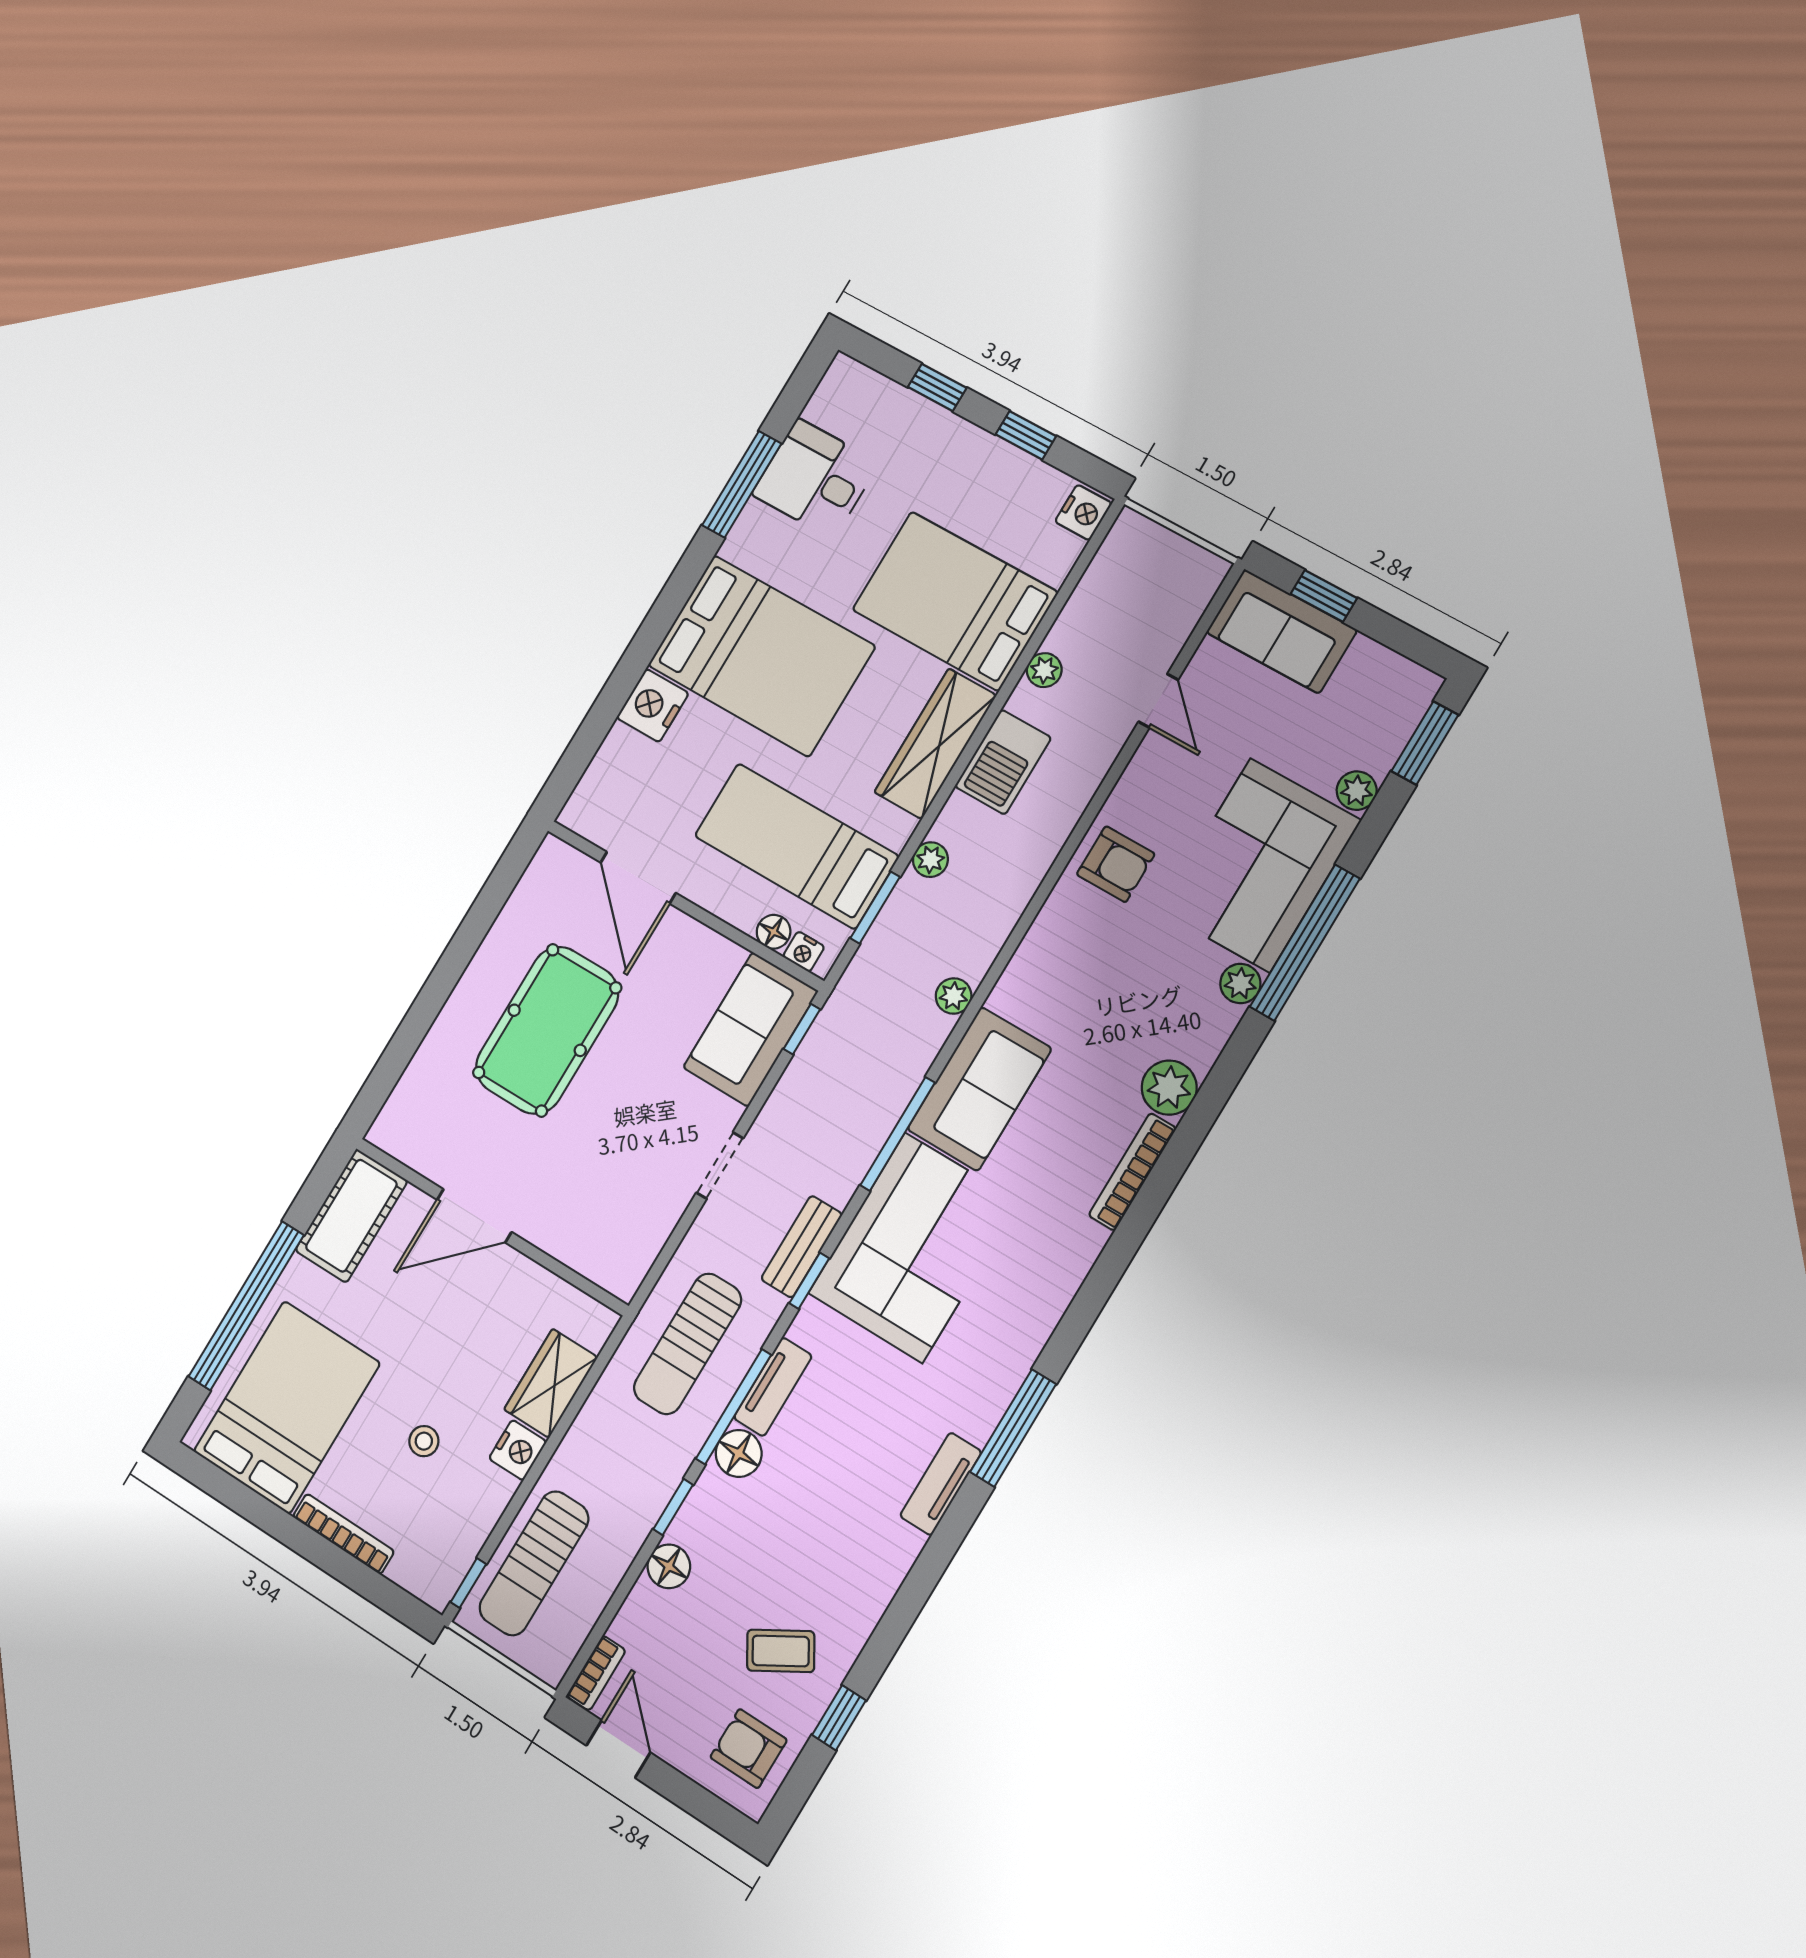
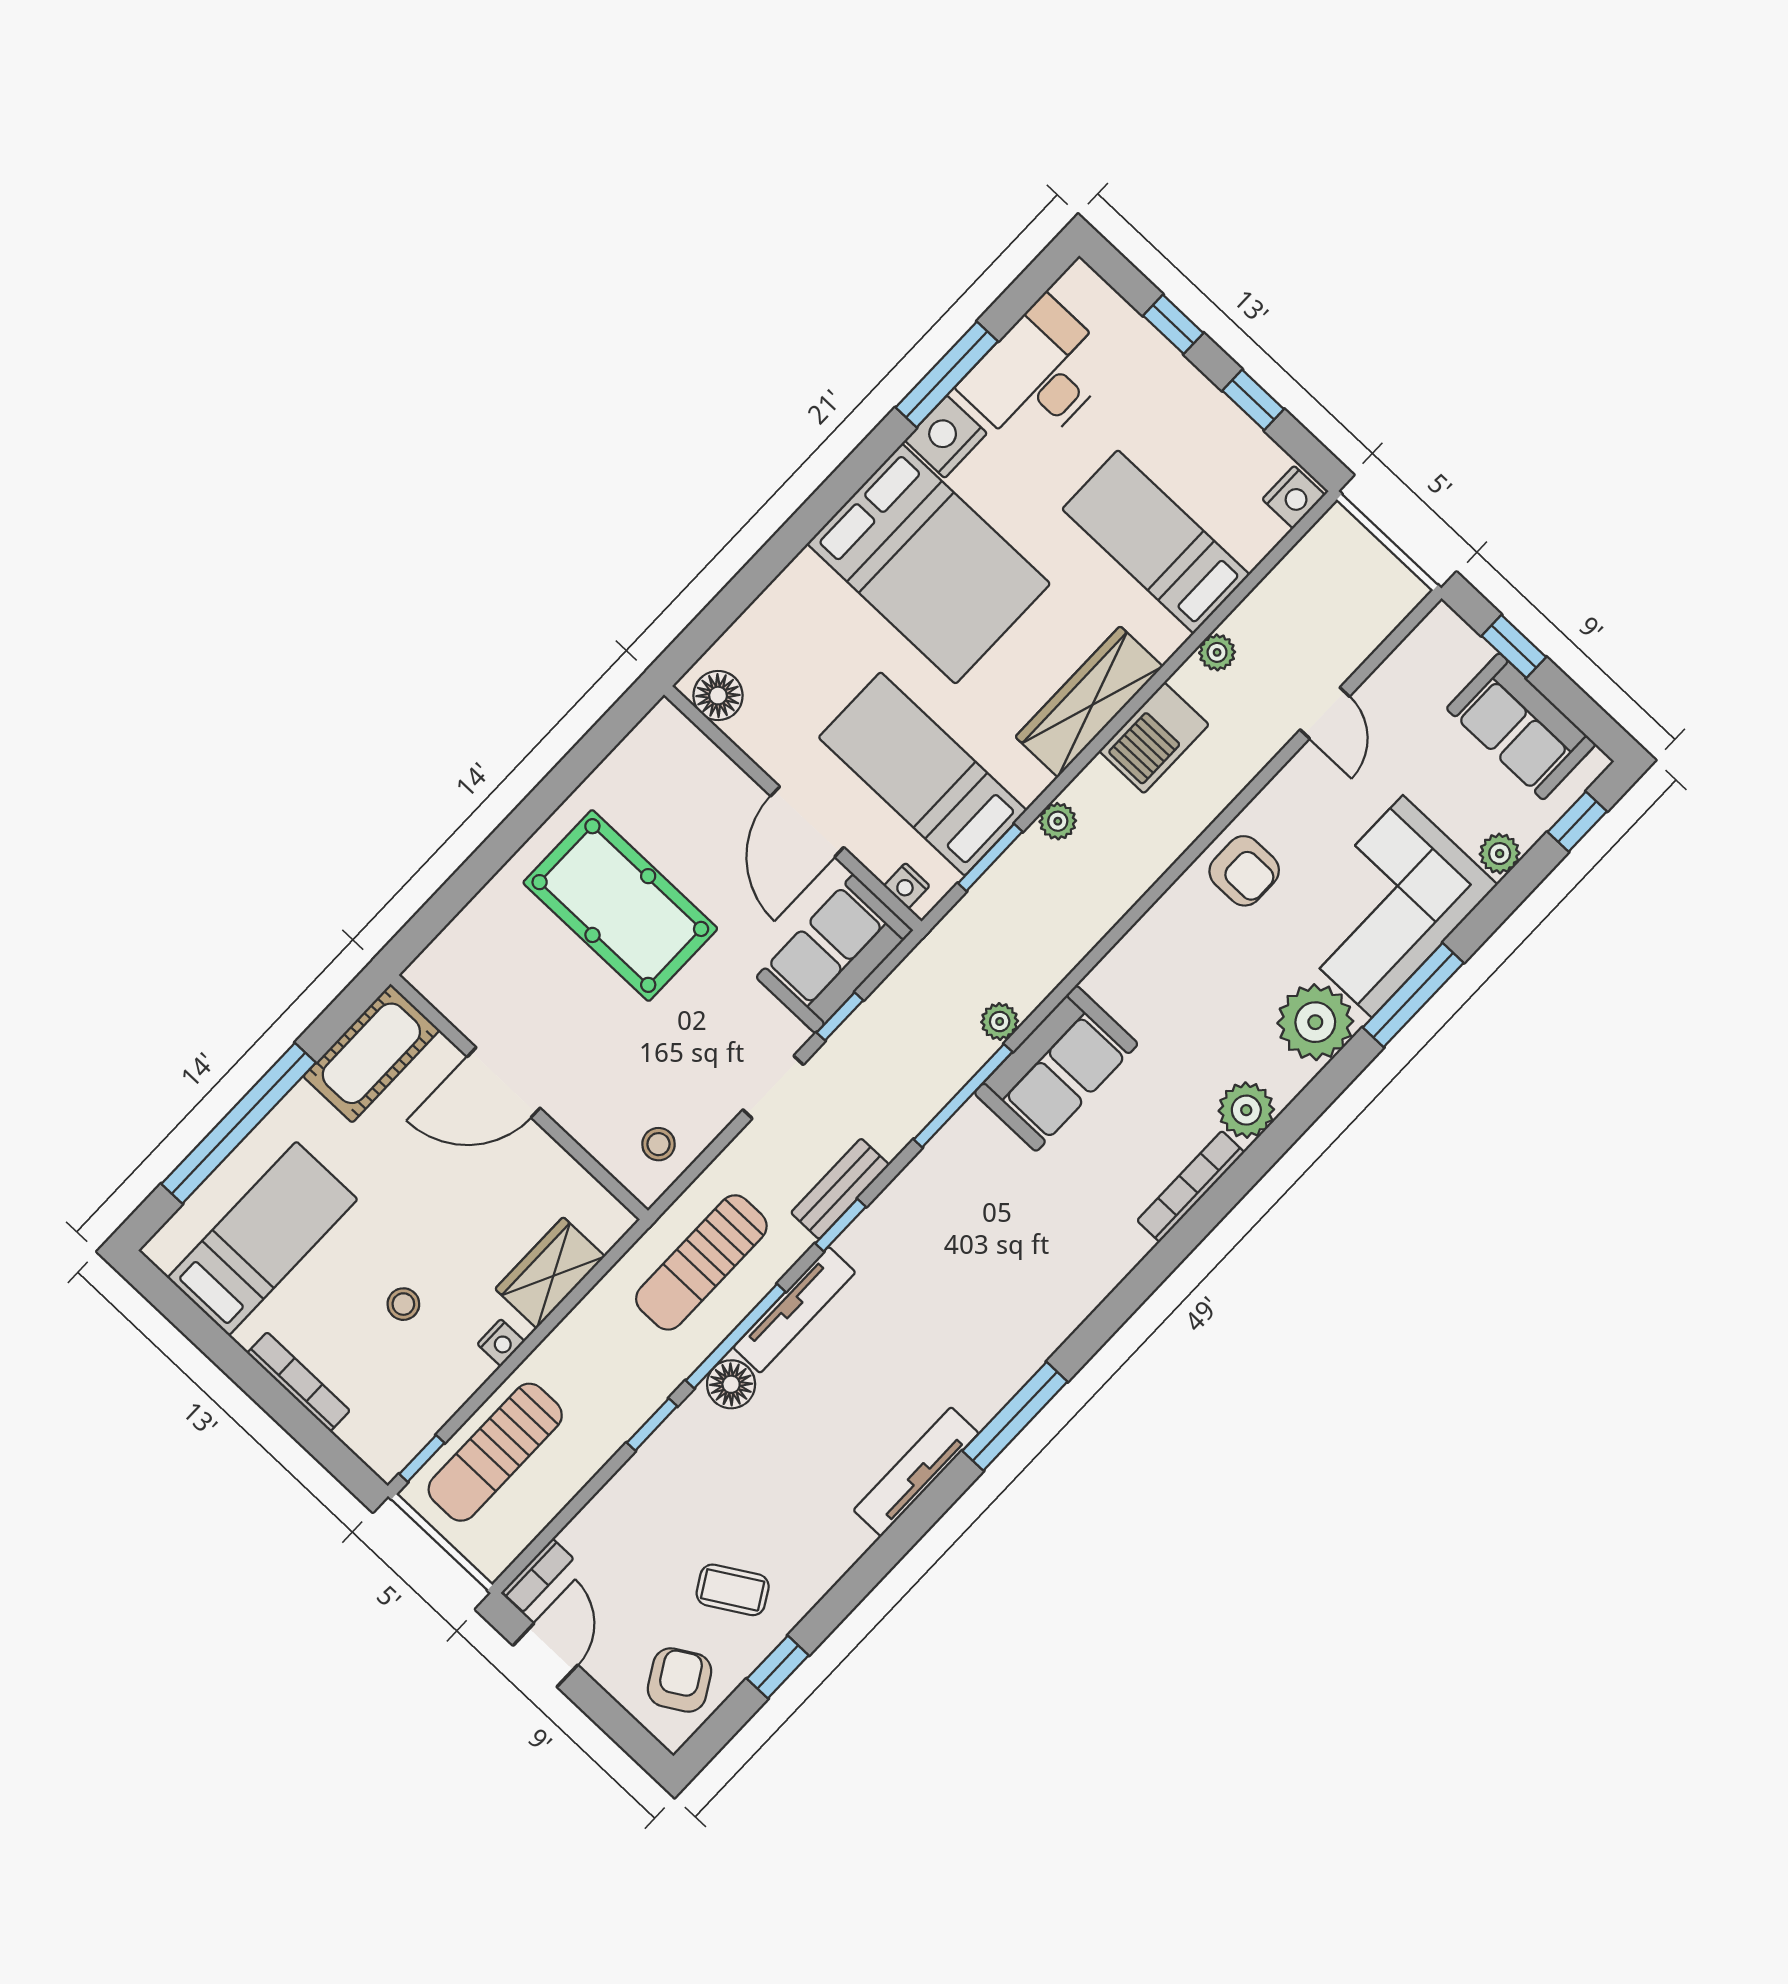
desk: (815, 479) -> (1038, 375), width x1.37
bed: (955, 601) -> (1156, 542), width x0.67
sofa: (1282, 631) -> (1521, 726), moved
nightstand: (653, 705) -> (946, 437), moved
window: (1425, 743) -> (1577, 822), width x0.67
door: (638, 878) -> (807, 822), moved
floor lamp: (774, 932) -> (718, 696), moved, width x1.37, depth x1.37
window: (1305, 943) -> (1413, 995), width x0.68
plant: (1240, 984) -> (1315, 1022), width x1.88, depth x1.88
plant: (954, 996) -> (1000, 1022), moved
window: (802, 1029) -> (840, 1016), moved
pool table: (547, 1030) -> (620, 906), turned 90
stool: (626, 1242) -> (659, 1144), added
corner sofa: (914, 1248) -> (954, 1214), removed
tv unit: (773, 1387) -> (794, 1310), width x1.41
bed: (287, 1407) -> (263, 1239), width x0.67
nightstand: (518, 1450) -> (501, 1343), width x0.72, depth x0.74
tv unit: (941, 1484) -> (916, 1472), width x1.41
floor lamp: (669, 1566) -> (635, 1483), removed
armchair: (749, 1749) -> (679, 1680), turned 59

